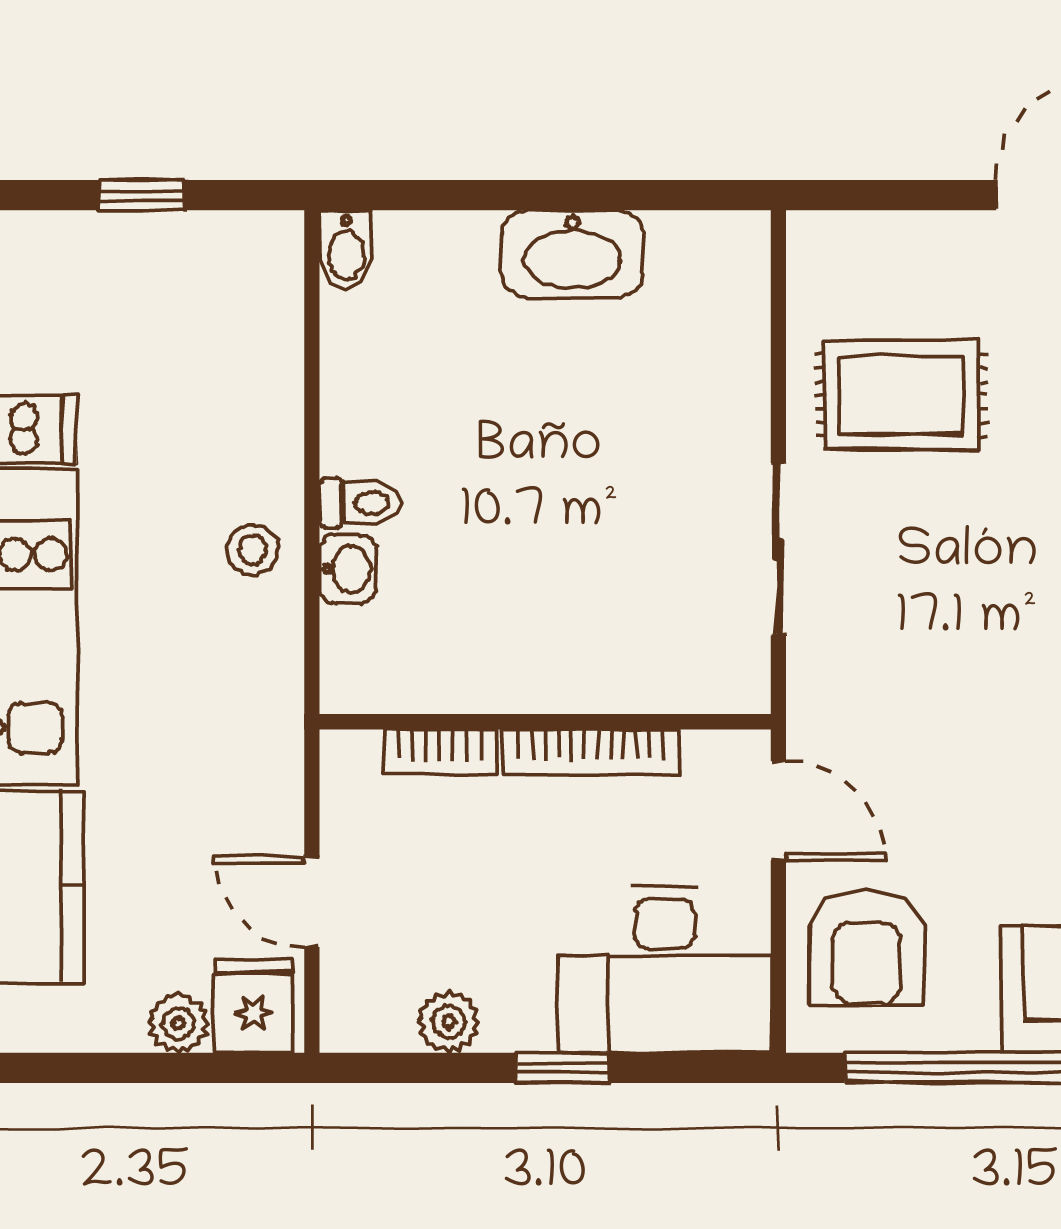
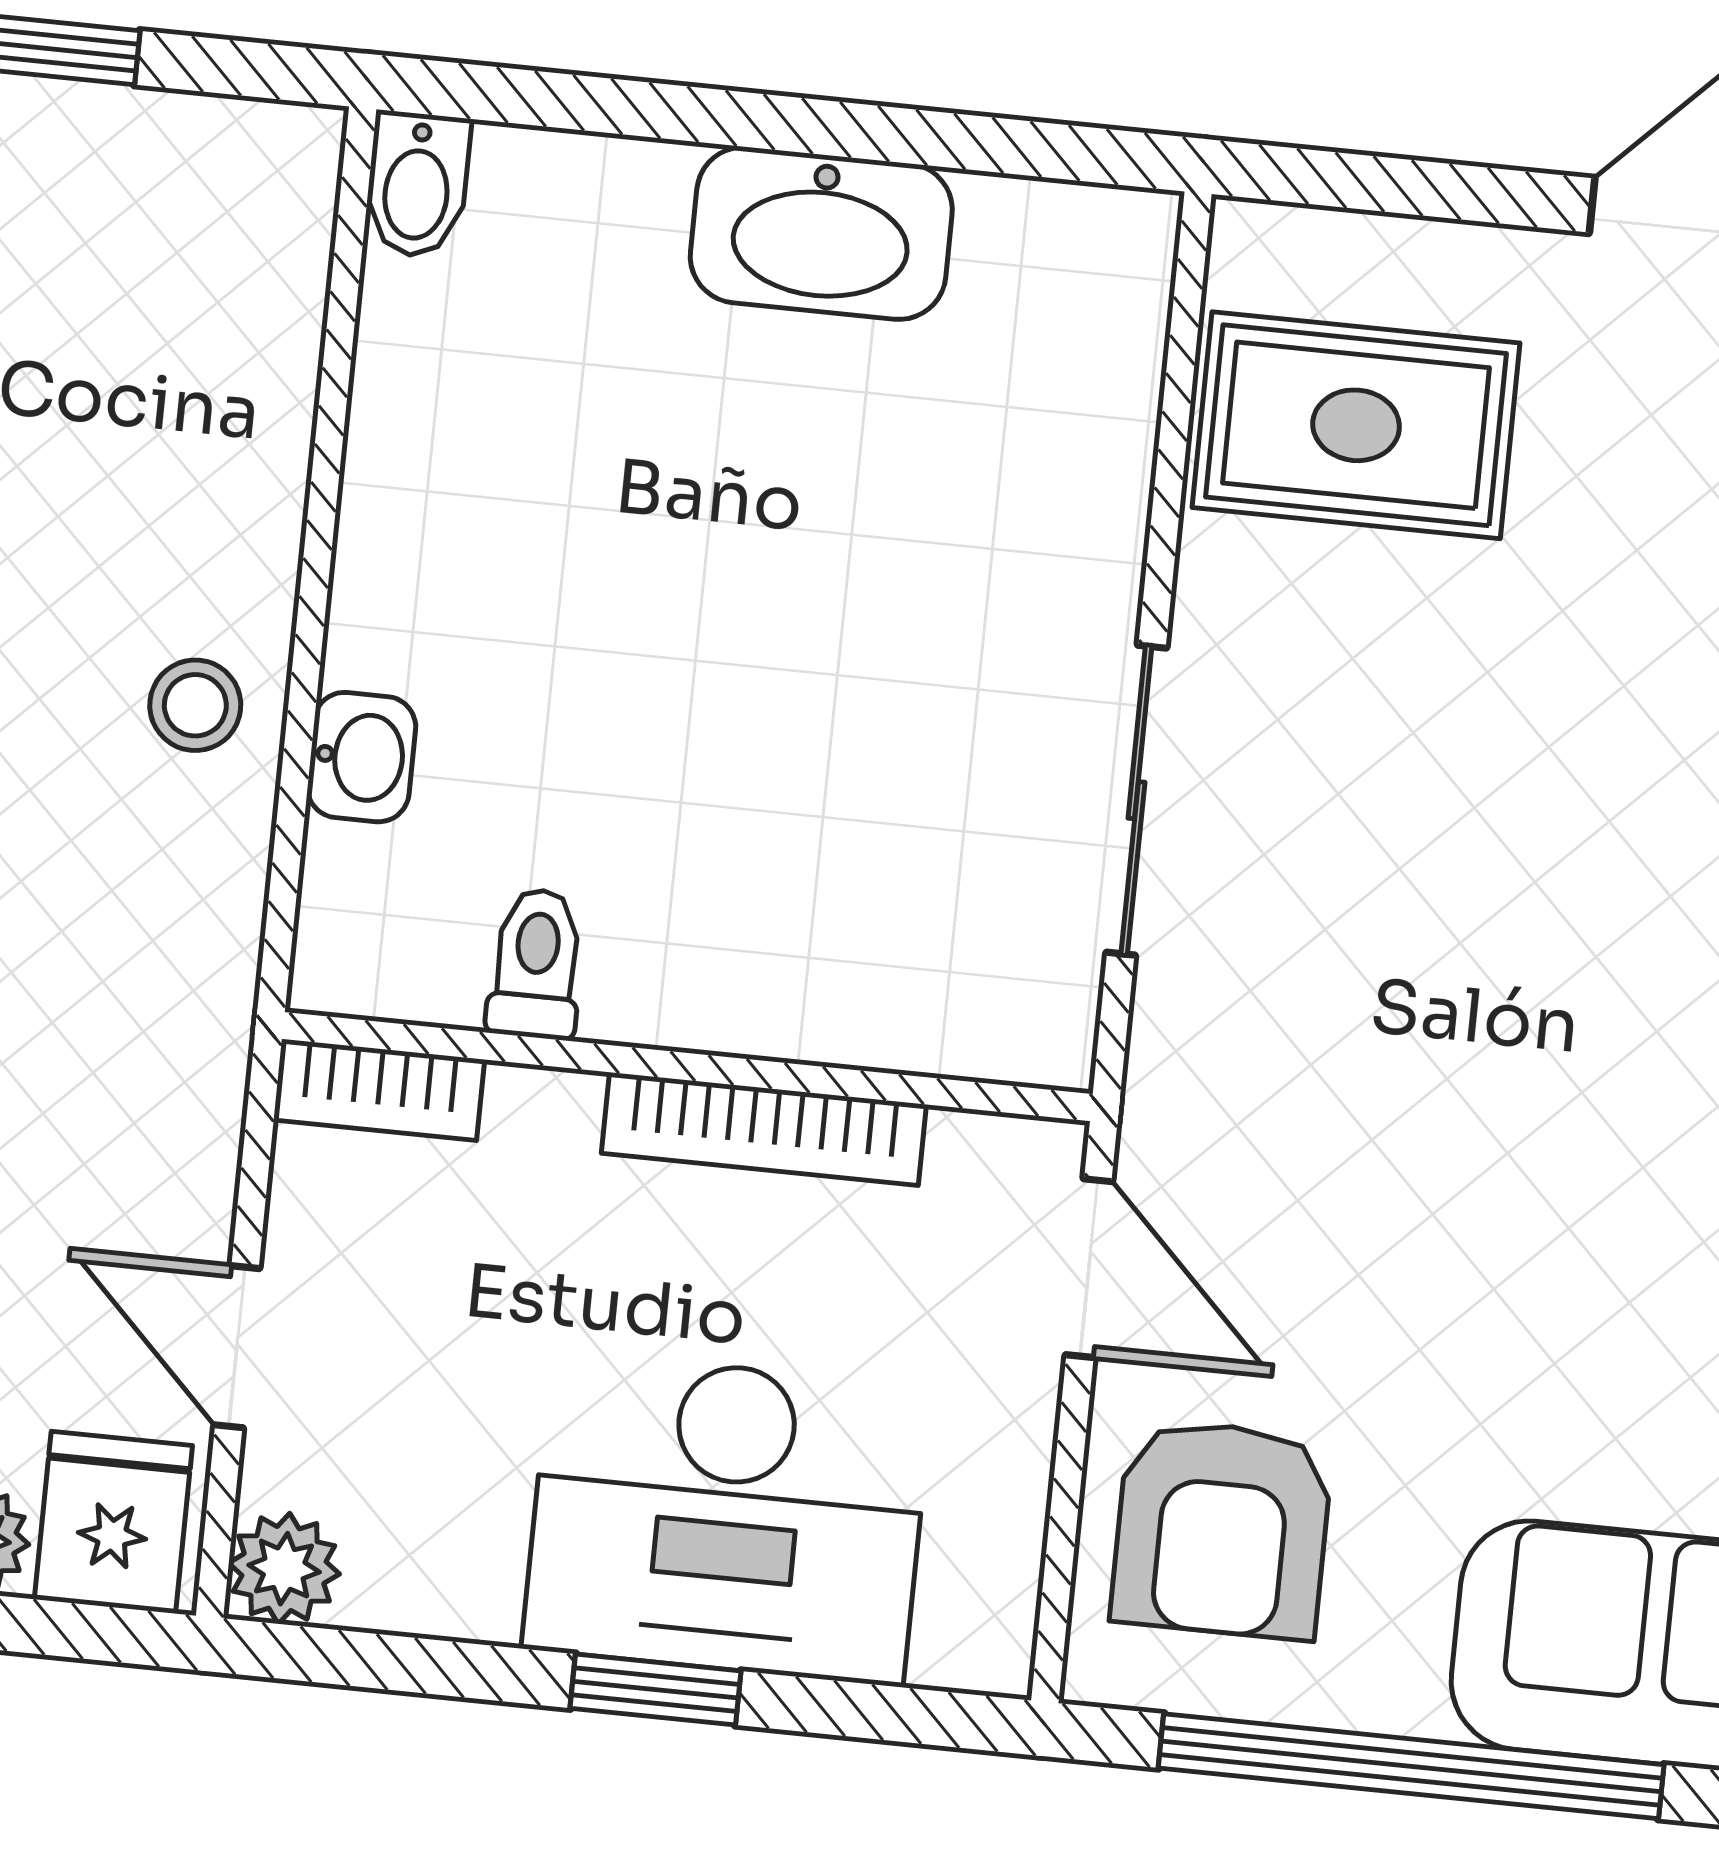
rug: (901, 395) -> (1356, 425), moved
toilet: (360, 503) -> (536, 964), moved, turned -90
bookcase: (440, 752) -> (379, 1090), moved
desk: (664, 969) -> (727, 1518), moved
plant: (449, 1022) -> (284, 1569), moved

